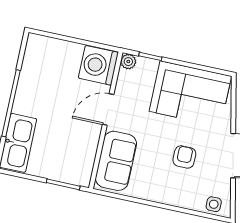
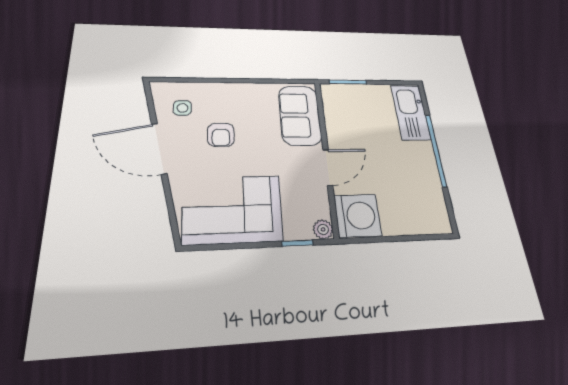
side table: (214, 204) -> (182, 108), moved

